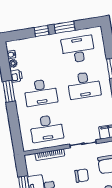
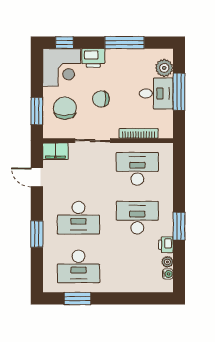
window: (65, 27) -> (77, 298), moved
window: (42, 31) -> (123, 298), removed
desk: (84, 85) -> (78, 218), turned 180

